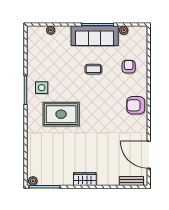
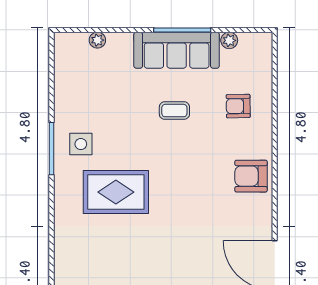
armchair: (129, 67) -> (238, 106), turned -91

